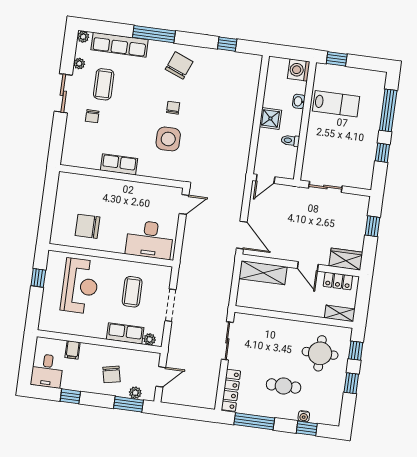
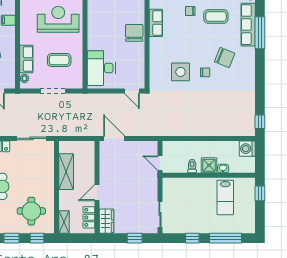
window: (154, 34) -> (260, 33), moved
window: (227, 44) -> (260, 122), moved
chair: (179, 65) -> (225, 58), moved
washing machine: (299, 70) -> (247, 149), moved, turned -90
shower: (270, 118) -> (209, 165), moved
row of seats: (119, 164) -> (156, 23), moved
door: (265, 179) -> (160, 163), moved
sliding door: (325, 187) -> (160, 214), moved
chair: (88, 226) -> (134, 33), moved
door: (242, 235) -> (114, 138), swing flipped
shelving: (263, 273) -> (66, 172), moved
reception desk: (80, 286) -> (58, 19), turned 180

